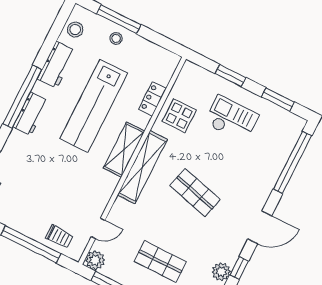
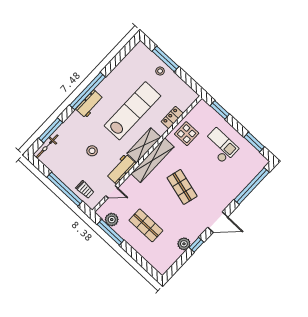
stool: (75, 30) -> (92, 151), moved
workbench: (56, 65) -> (121, 169), moved, turned 180
window: (231, 76) -> (220, 110), moved
lab bench: (94, 106) -> (132, 111), turned 180
plant: (95, 260) -> (112, 220), moved

